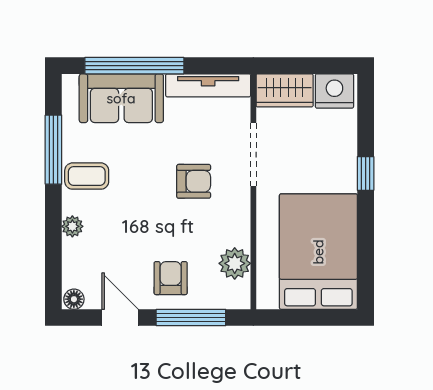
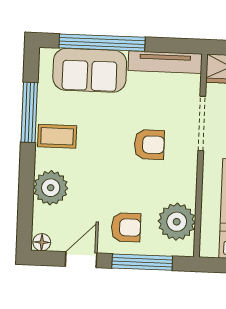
plant: (72, 226) -> (51, 188), width x1.88, depth x1.88
plant: (235, 263) -> (177, 222), width x1.36, depth x1.36
armchair: (171, 278) -> (126, 227), turned 90
door: (120, 318) -> (81, 260), hinge flipped

